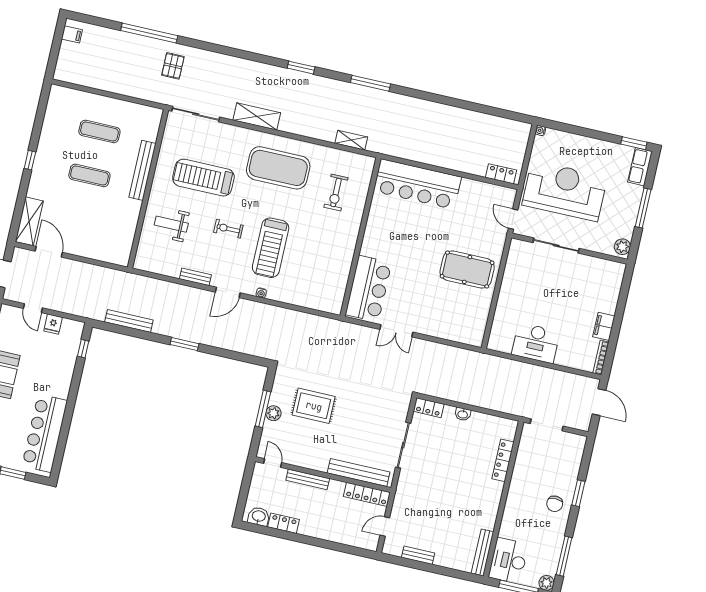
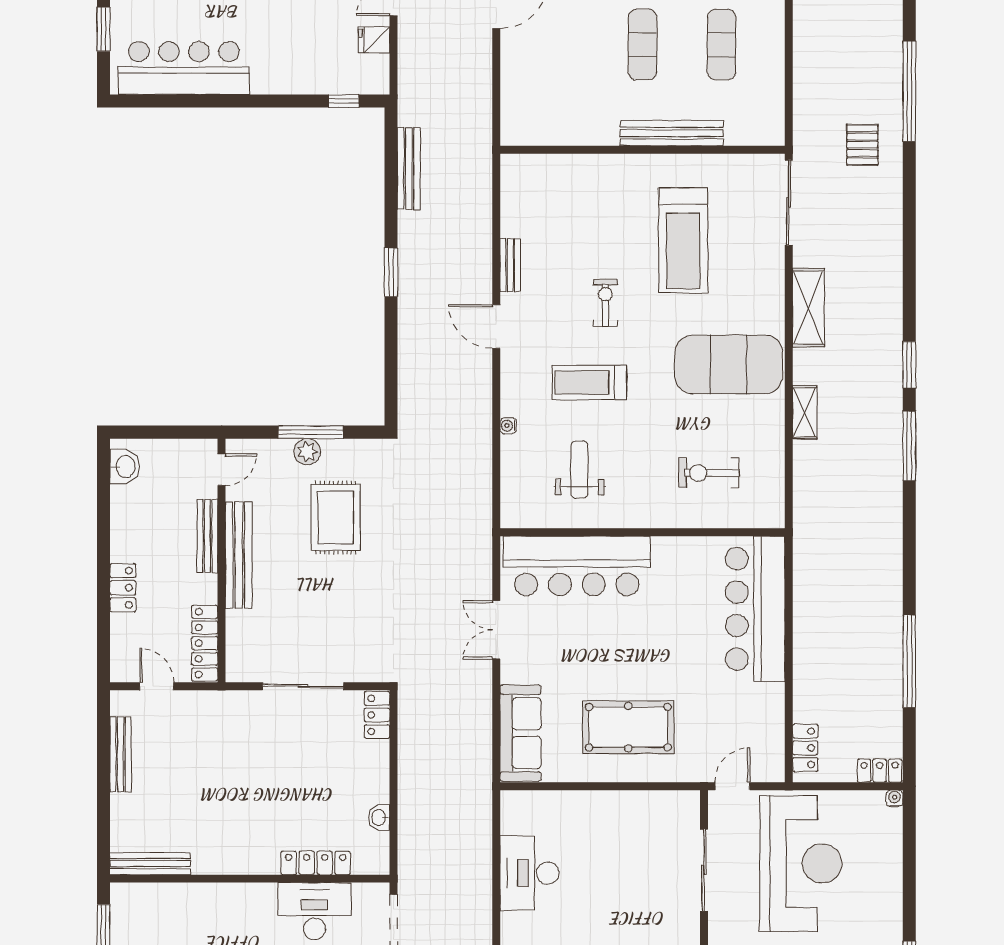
pallet: (173, 66) -> (862, 145), turned 90
window: (370, 83) -> (909, 446), moved
window: (466, 105) -> (909, 661), added
locker: (523, 135) -> (880, 771), added
shelving: (351, 140) -> (805, 412), moved
exercise mat: (278, 168) -> (729, 364), turned 90
treadmill: (203, 178) -> (683, 240), turned 180
weight bench: (171, 224) -> (579, 470), moved
treadmill: (271, 248) -> (589, 382), width x0.73, depth x0.73
pool table: (467, 270) -> (628, 727), turned 90
bar counter: (369, 289) -> (577, 566), width x1.36
water cooler: (261, 293) -> (508, 426), moved
sofa: (457, 330) -> (521, 733), added
washbasin: (463, 414) -> (379, 818), moved
bench: (359, 473) -> (239, 555), moved
locker: (284, 523) -> (123, 588), moved
bench: (418, 555) -> (120, 754), width x1.36
desk: (508, 561) -> (315, 911), moved

